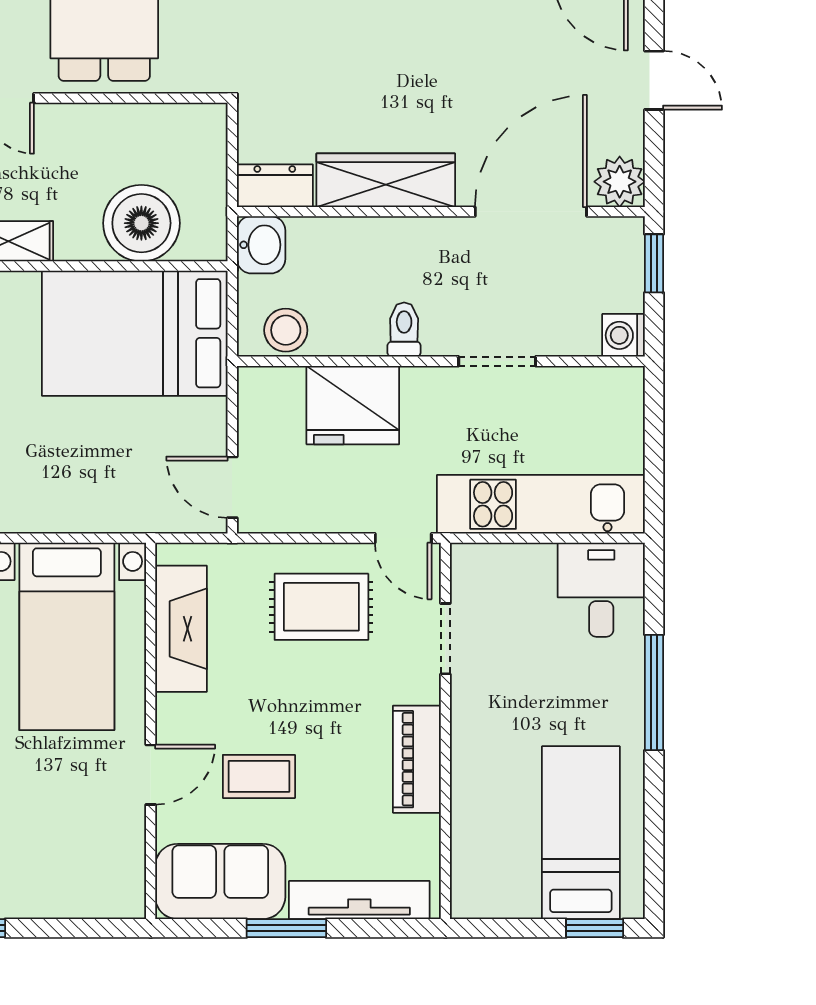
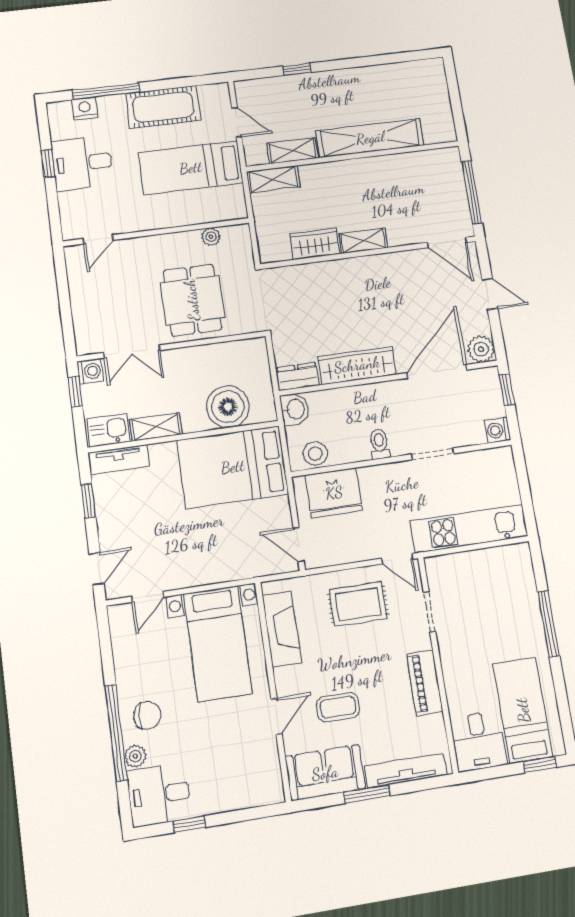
fridge: (353, 405) -> (334, 493), moved
desk: (601, 590) -> (479, 741), moved, turned 180

